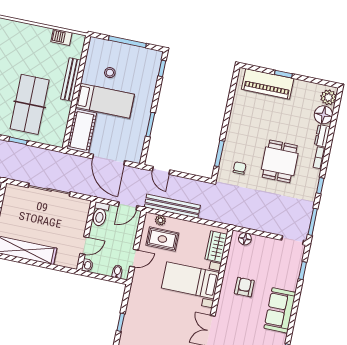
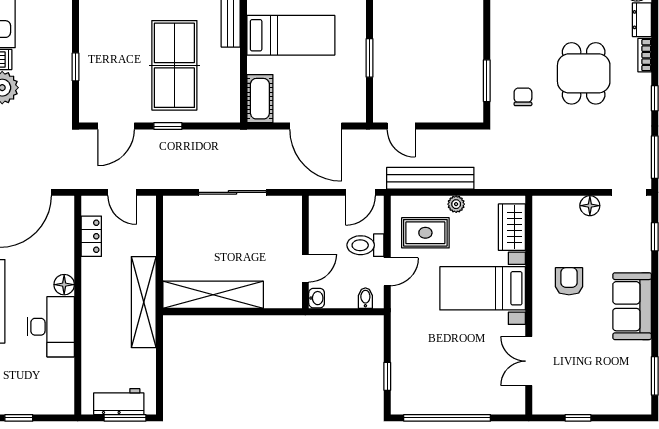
cot: (82, 131) -> (260, 99), width x0.73, depth x0.75
toilet: (100, 214) -> (365, 245), moved, turned 90
plant: (160, 220) -> (456, 204), moved
floor lamp: (245, 239) -> (590, 206), moved

